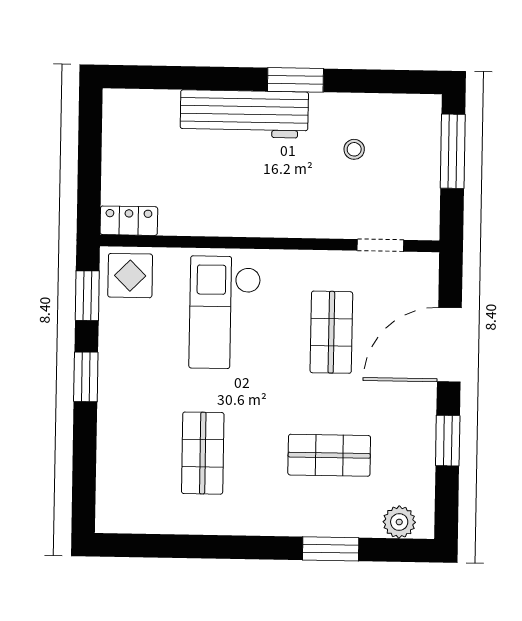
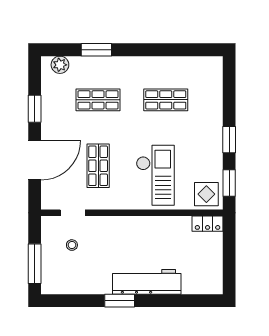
stool: (354, 149) -> (72, 245), moved
shop shelf: (203, 453) -> (166, 100), turned 90

